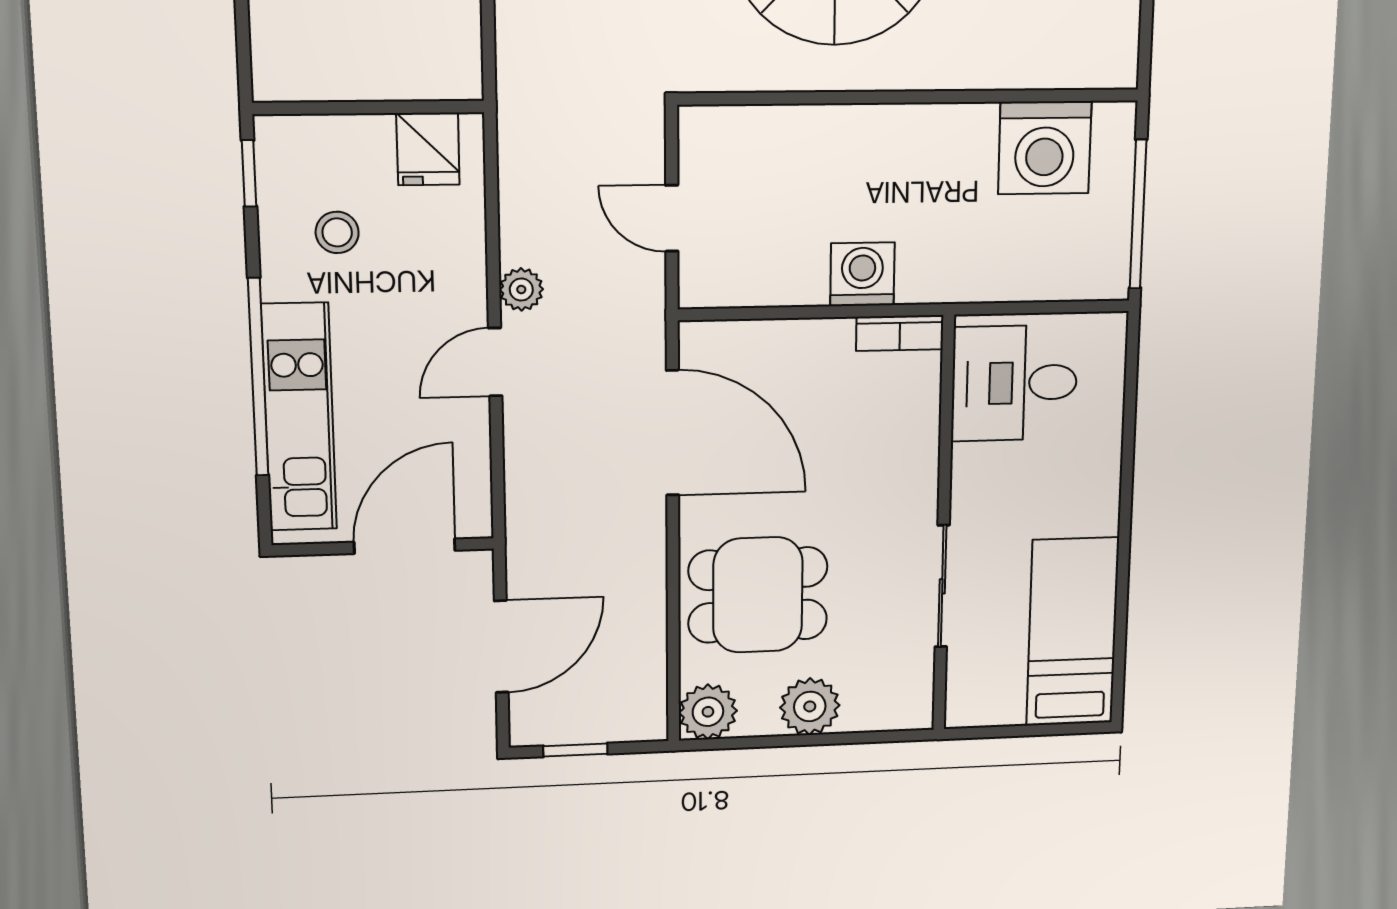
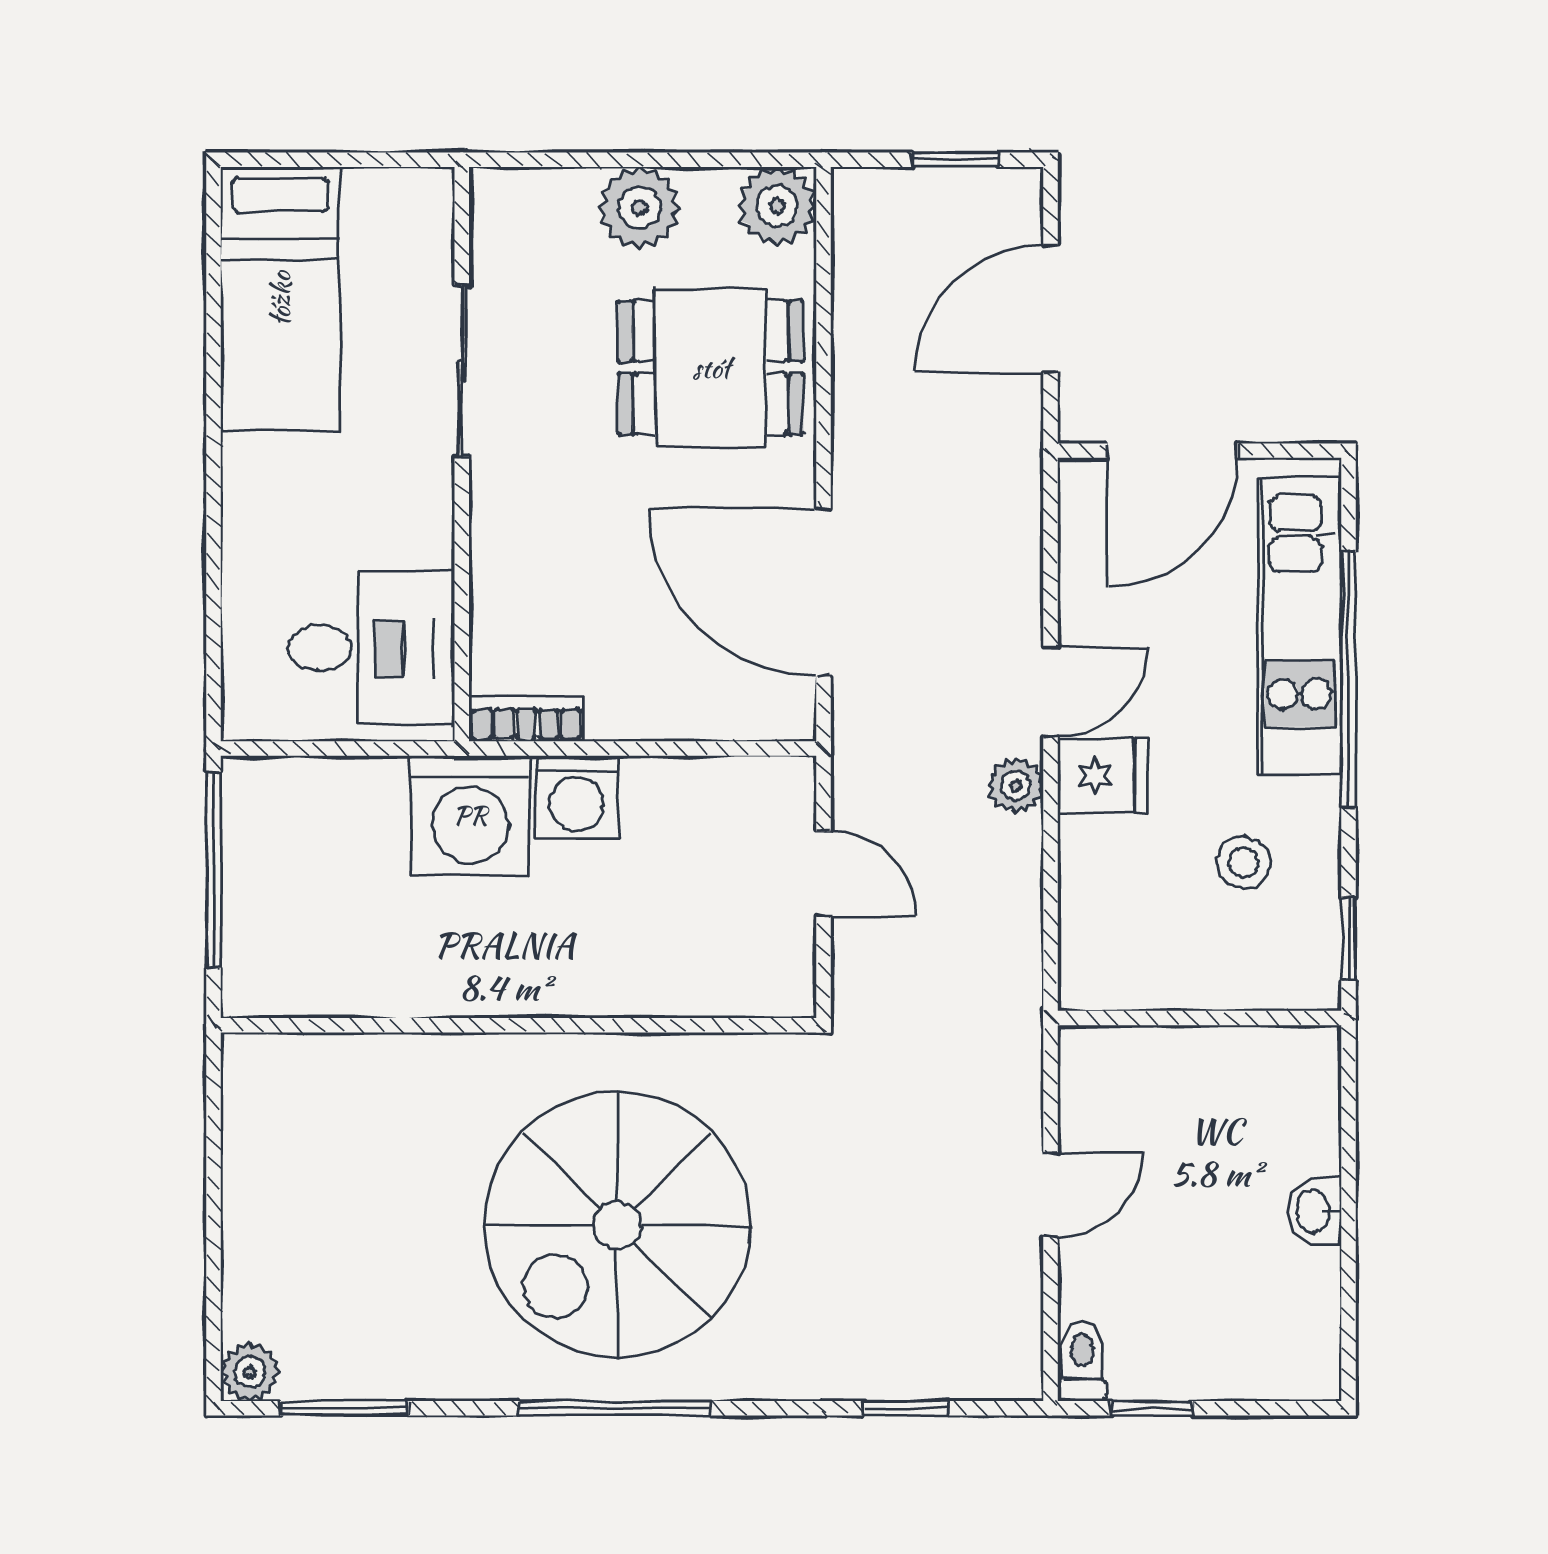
washing machine: (1045, 148) -> (470, 815), moved, turned 180
fridge: (428, 149) -> (1103, 776), moved, turned 90

